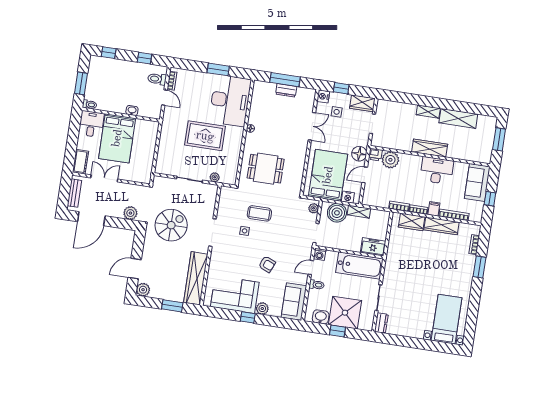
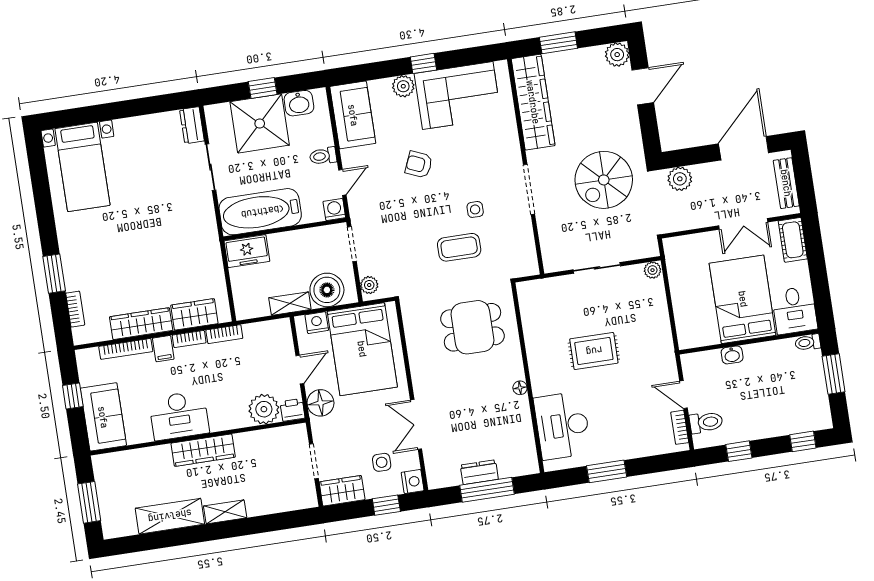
desk: (230, 101) -> (562, 426), width x0.73, depth x0.77
rug: (205, 136) -> (594, 351), width x0.73, depth x0.70
plant: (215, 177) -> (652, 270), moved

